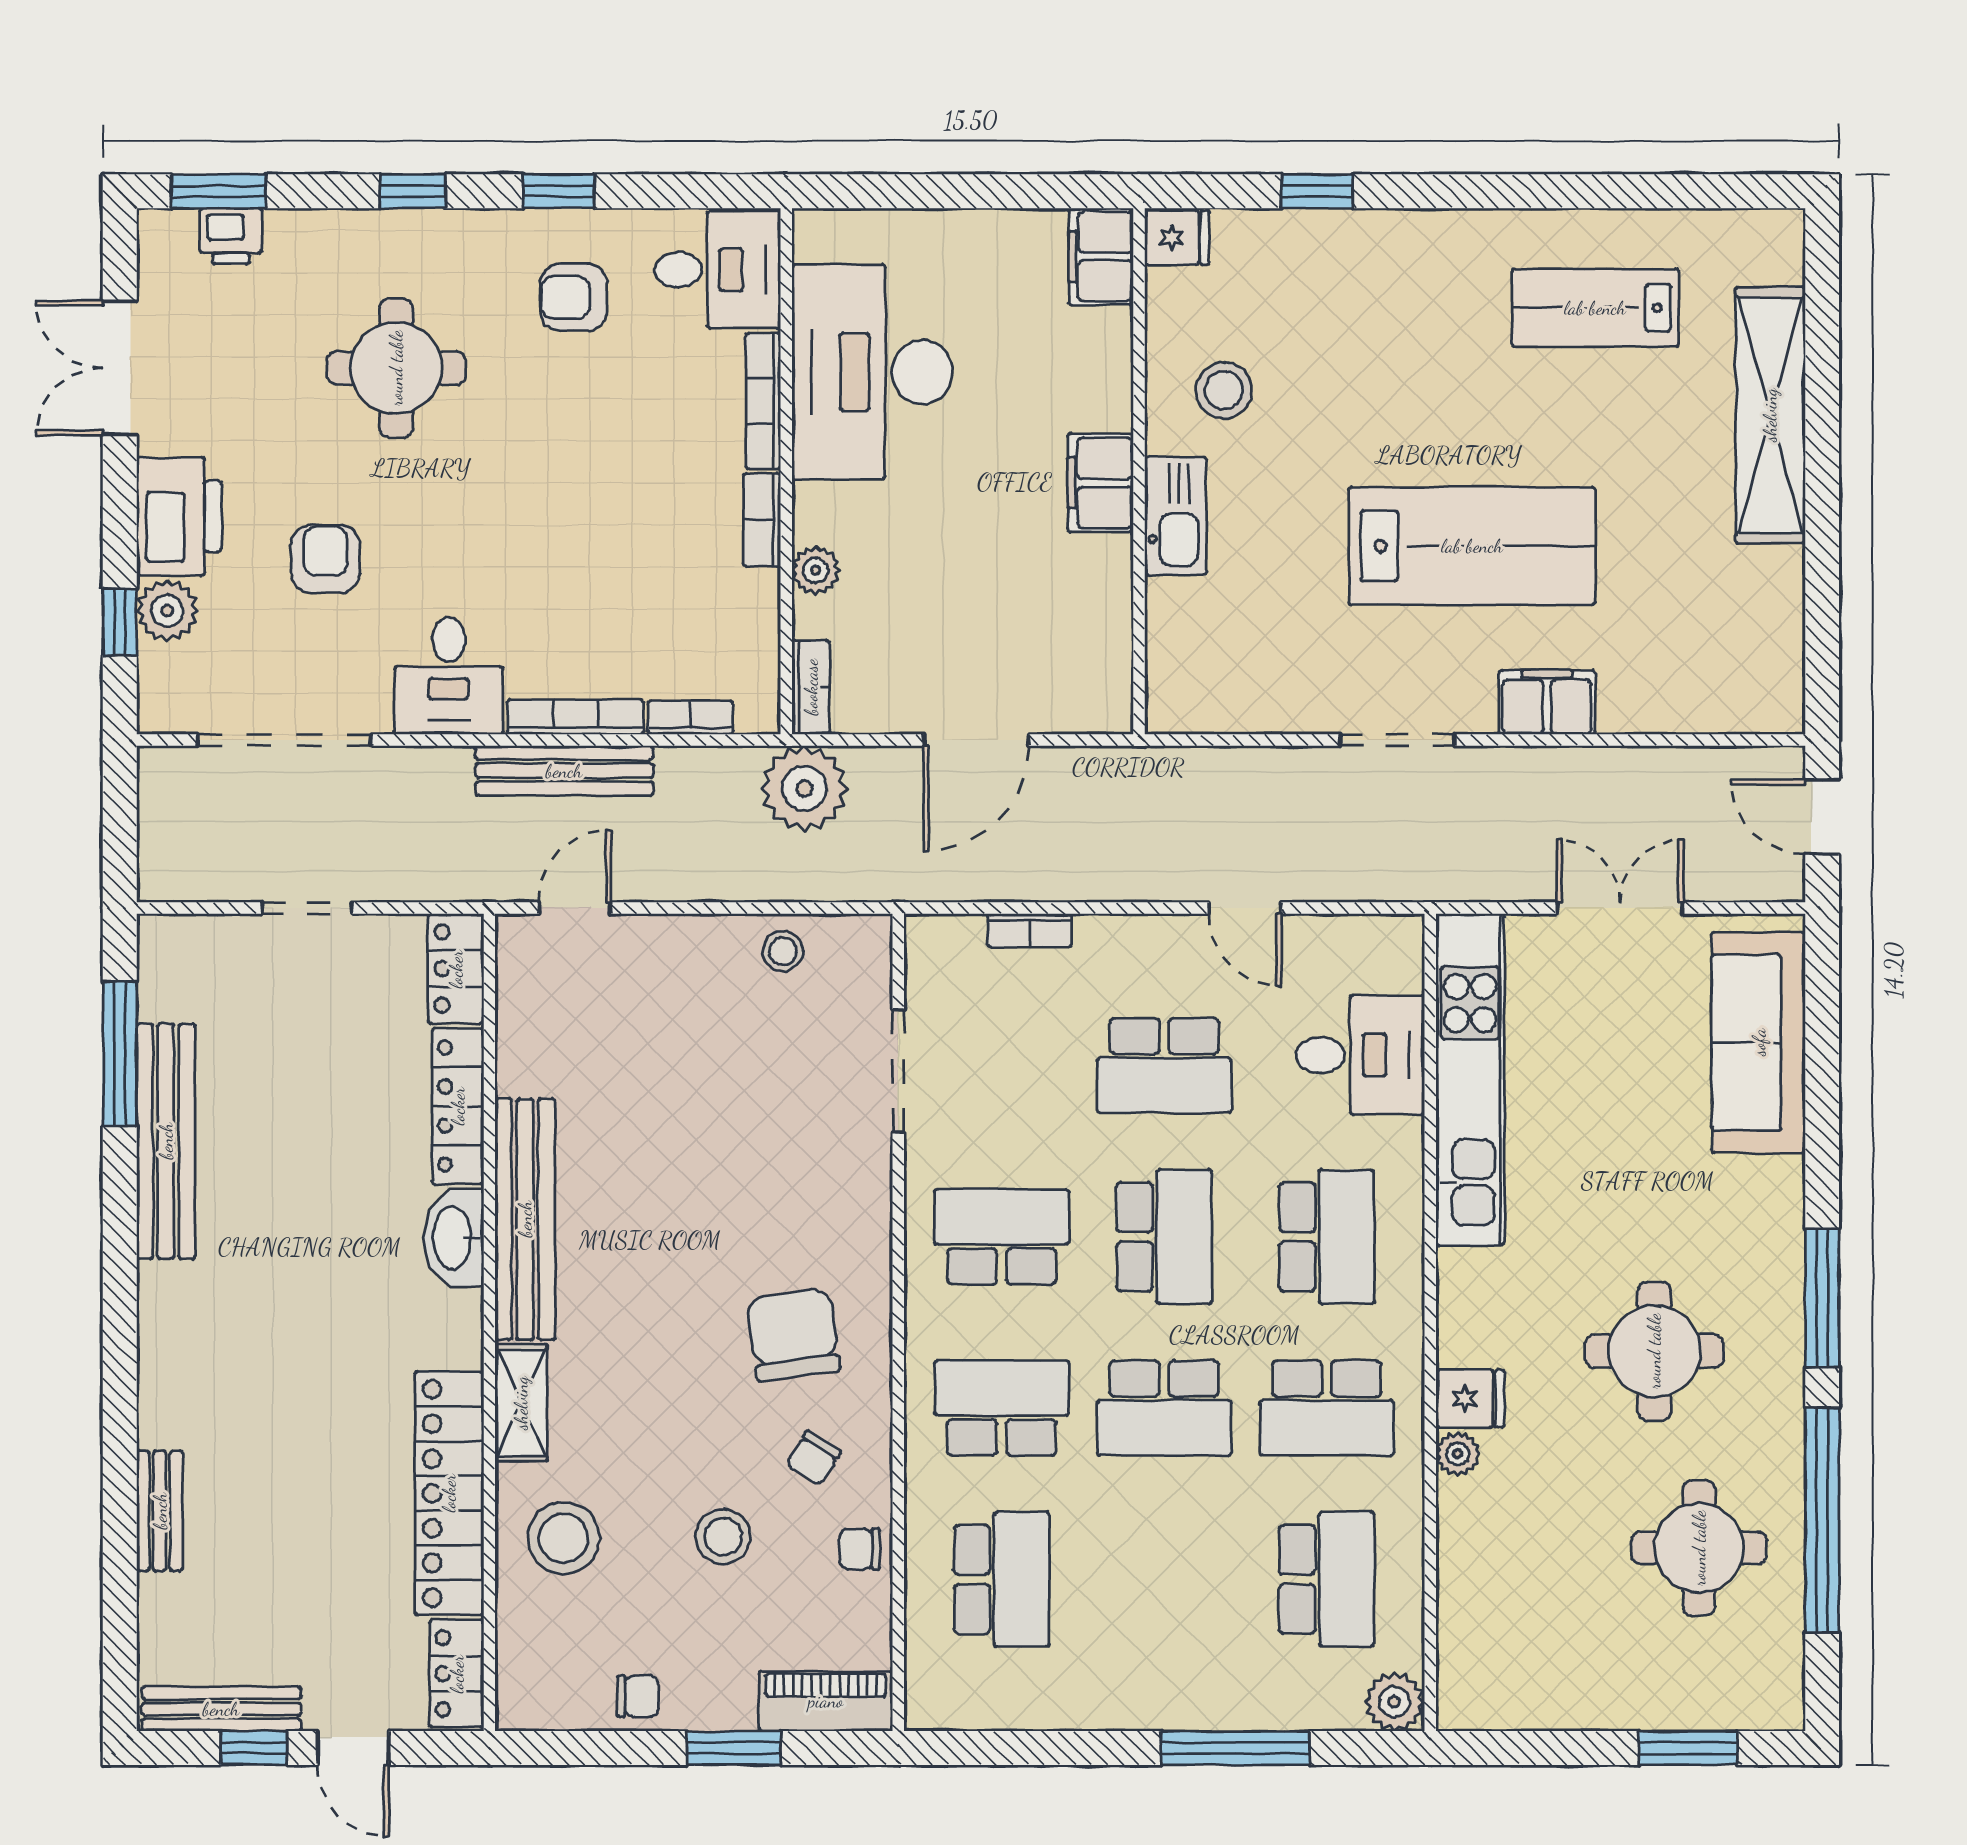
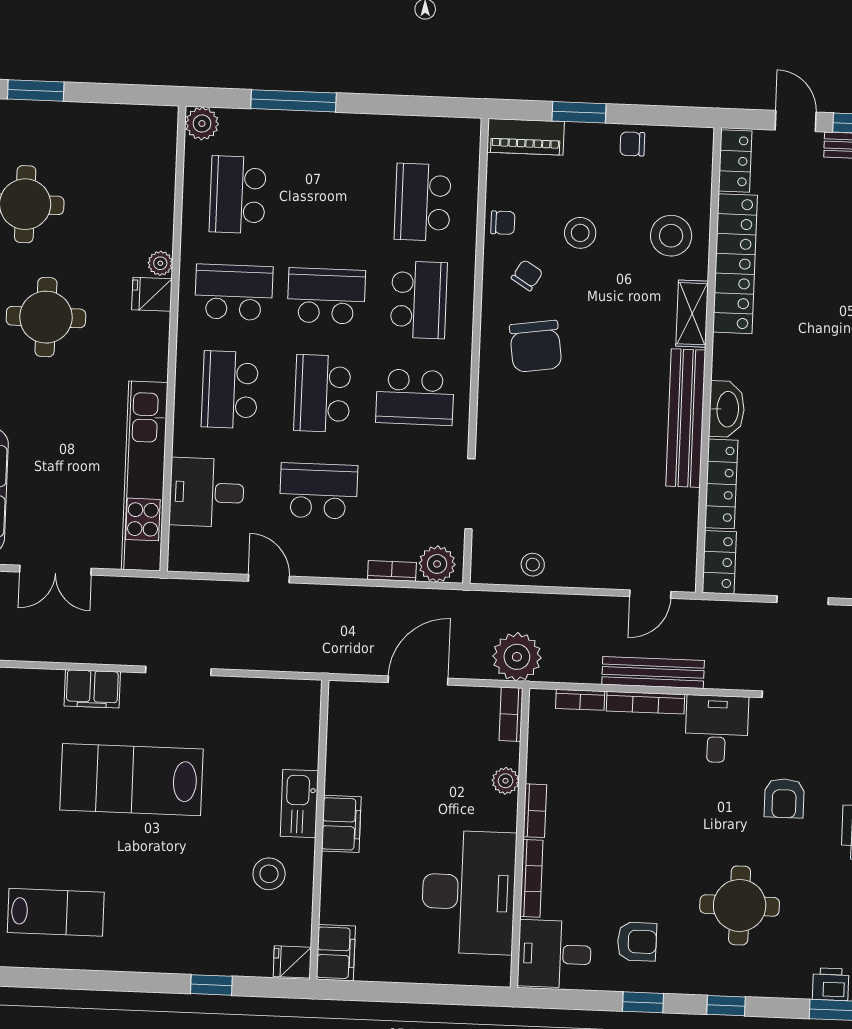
plant: (951, 946) -> (437, 564), added
school desk: (1002, 1408) -> (419, 300), turned -90

